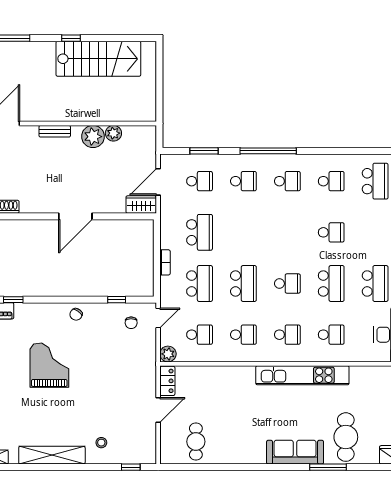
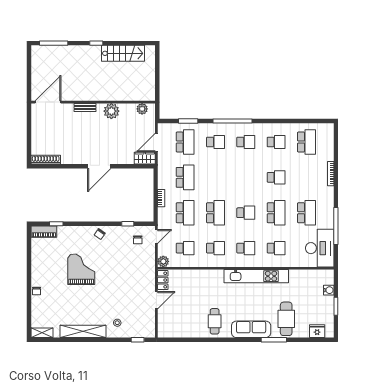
stairs: (98, 59) -> (123, 53), width x0.73, depth x0.66
plant: (113, 133) -> (142, 109), moved
school desk: (200, 181) -> (185, 142), width x1.85
cafe table: (196, 442) -> (215, 321), moved

